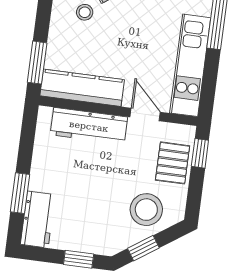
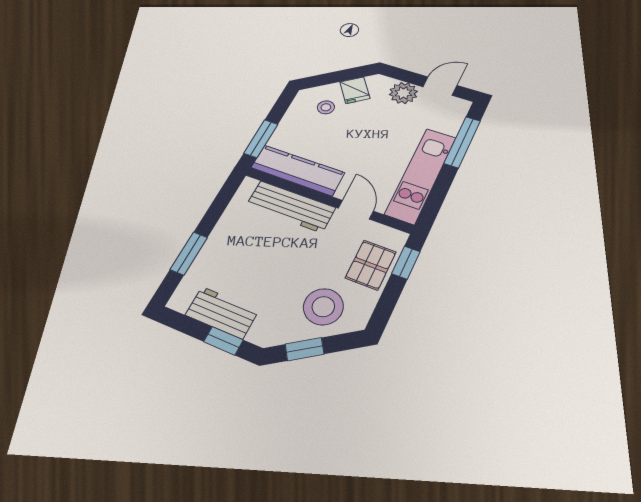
workbench: (38, 219) -> (222, 313), moved, turned -90

